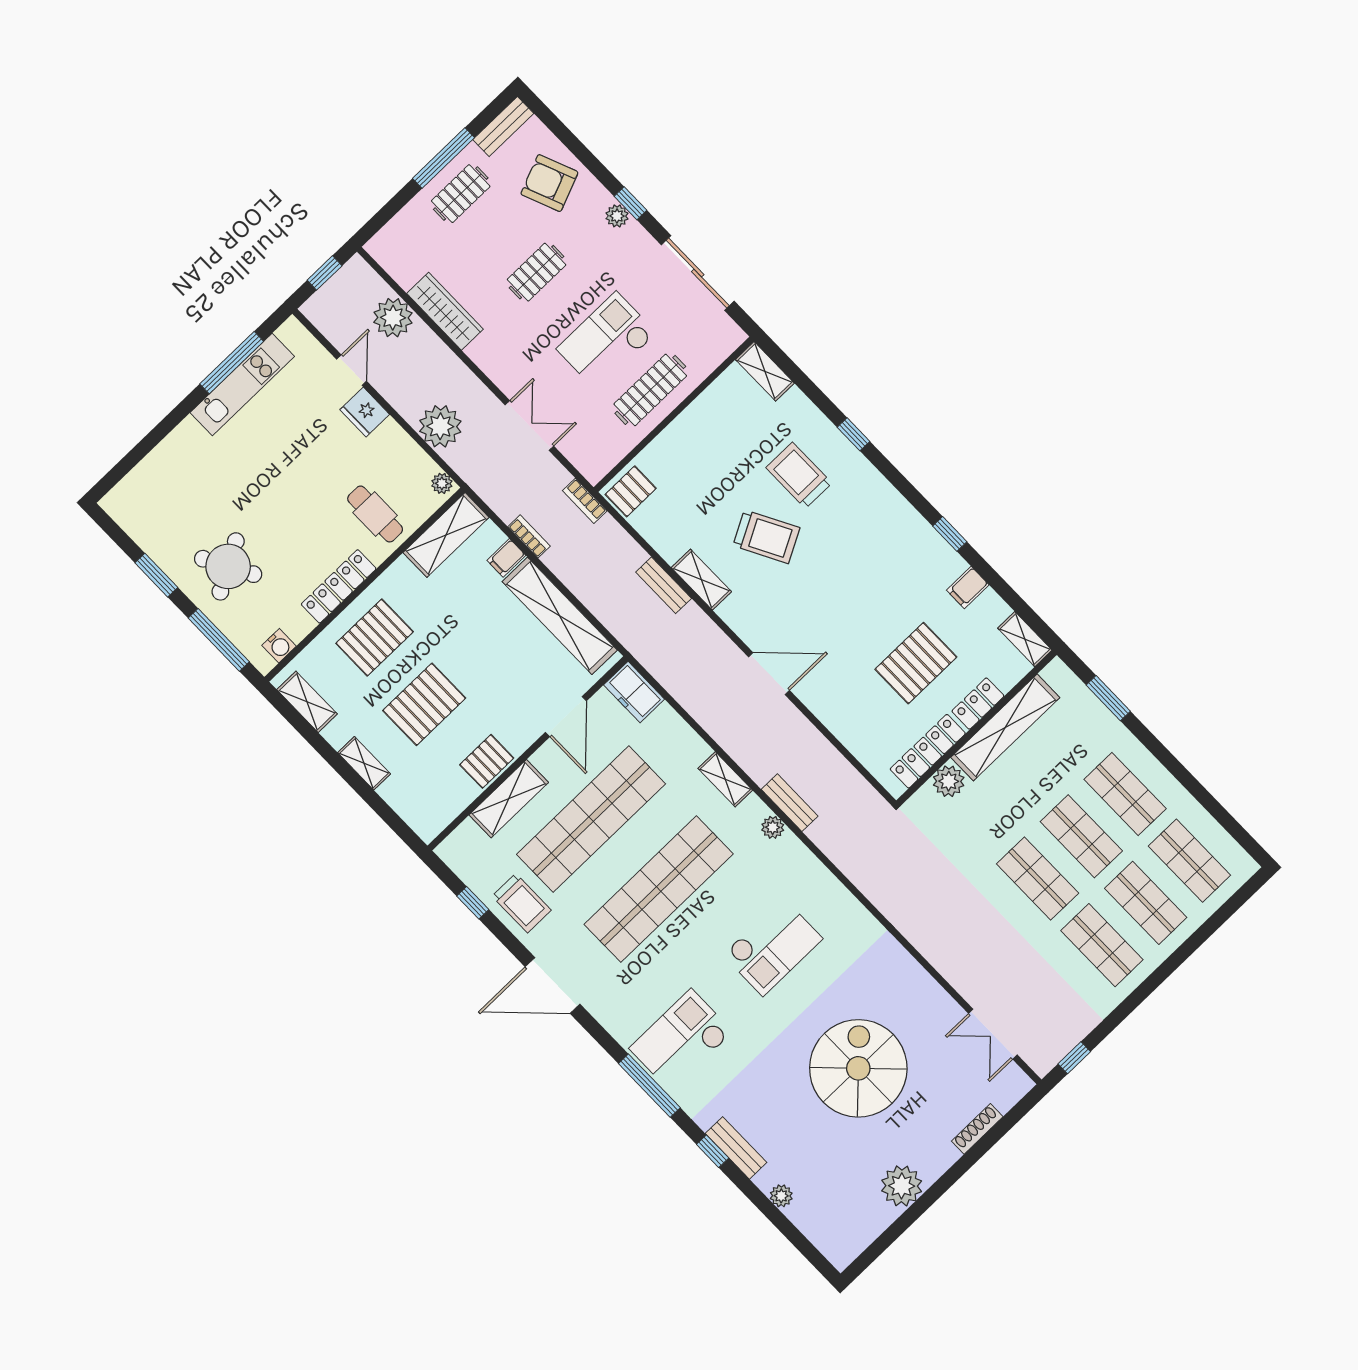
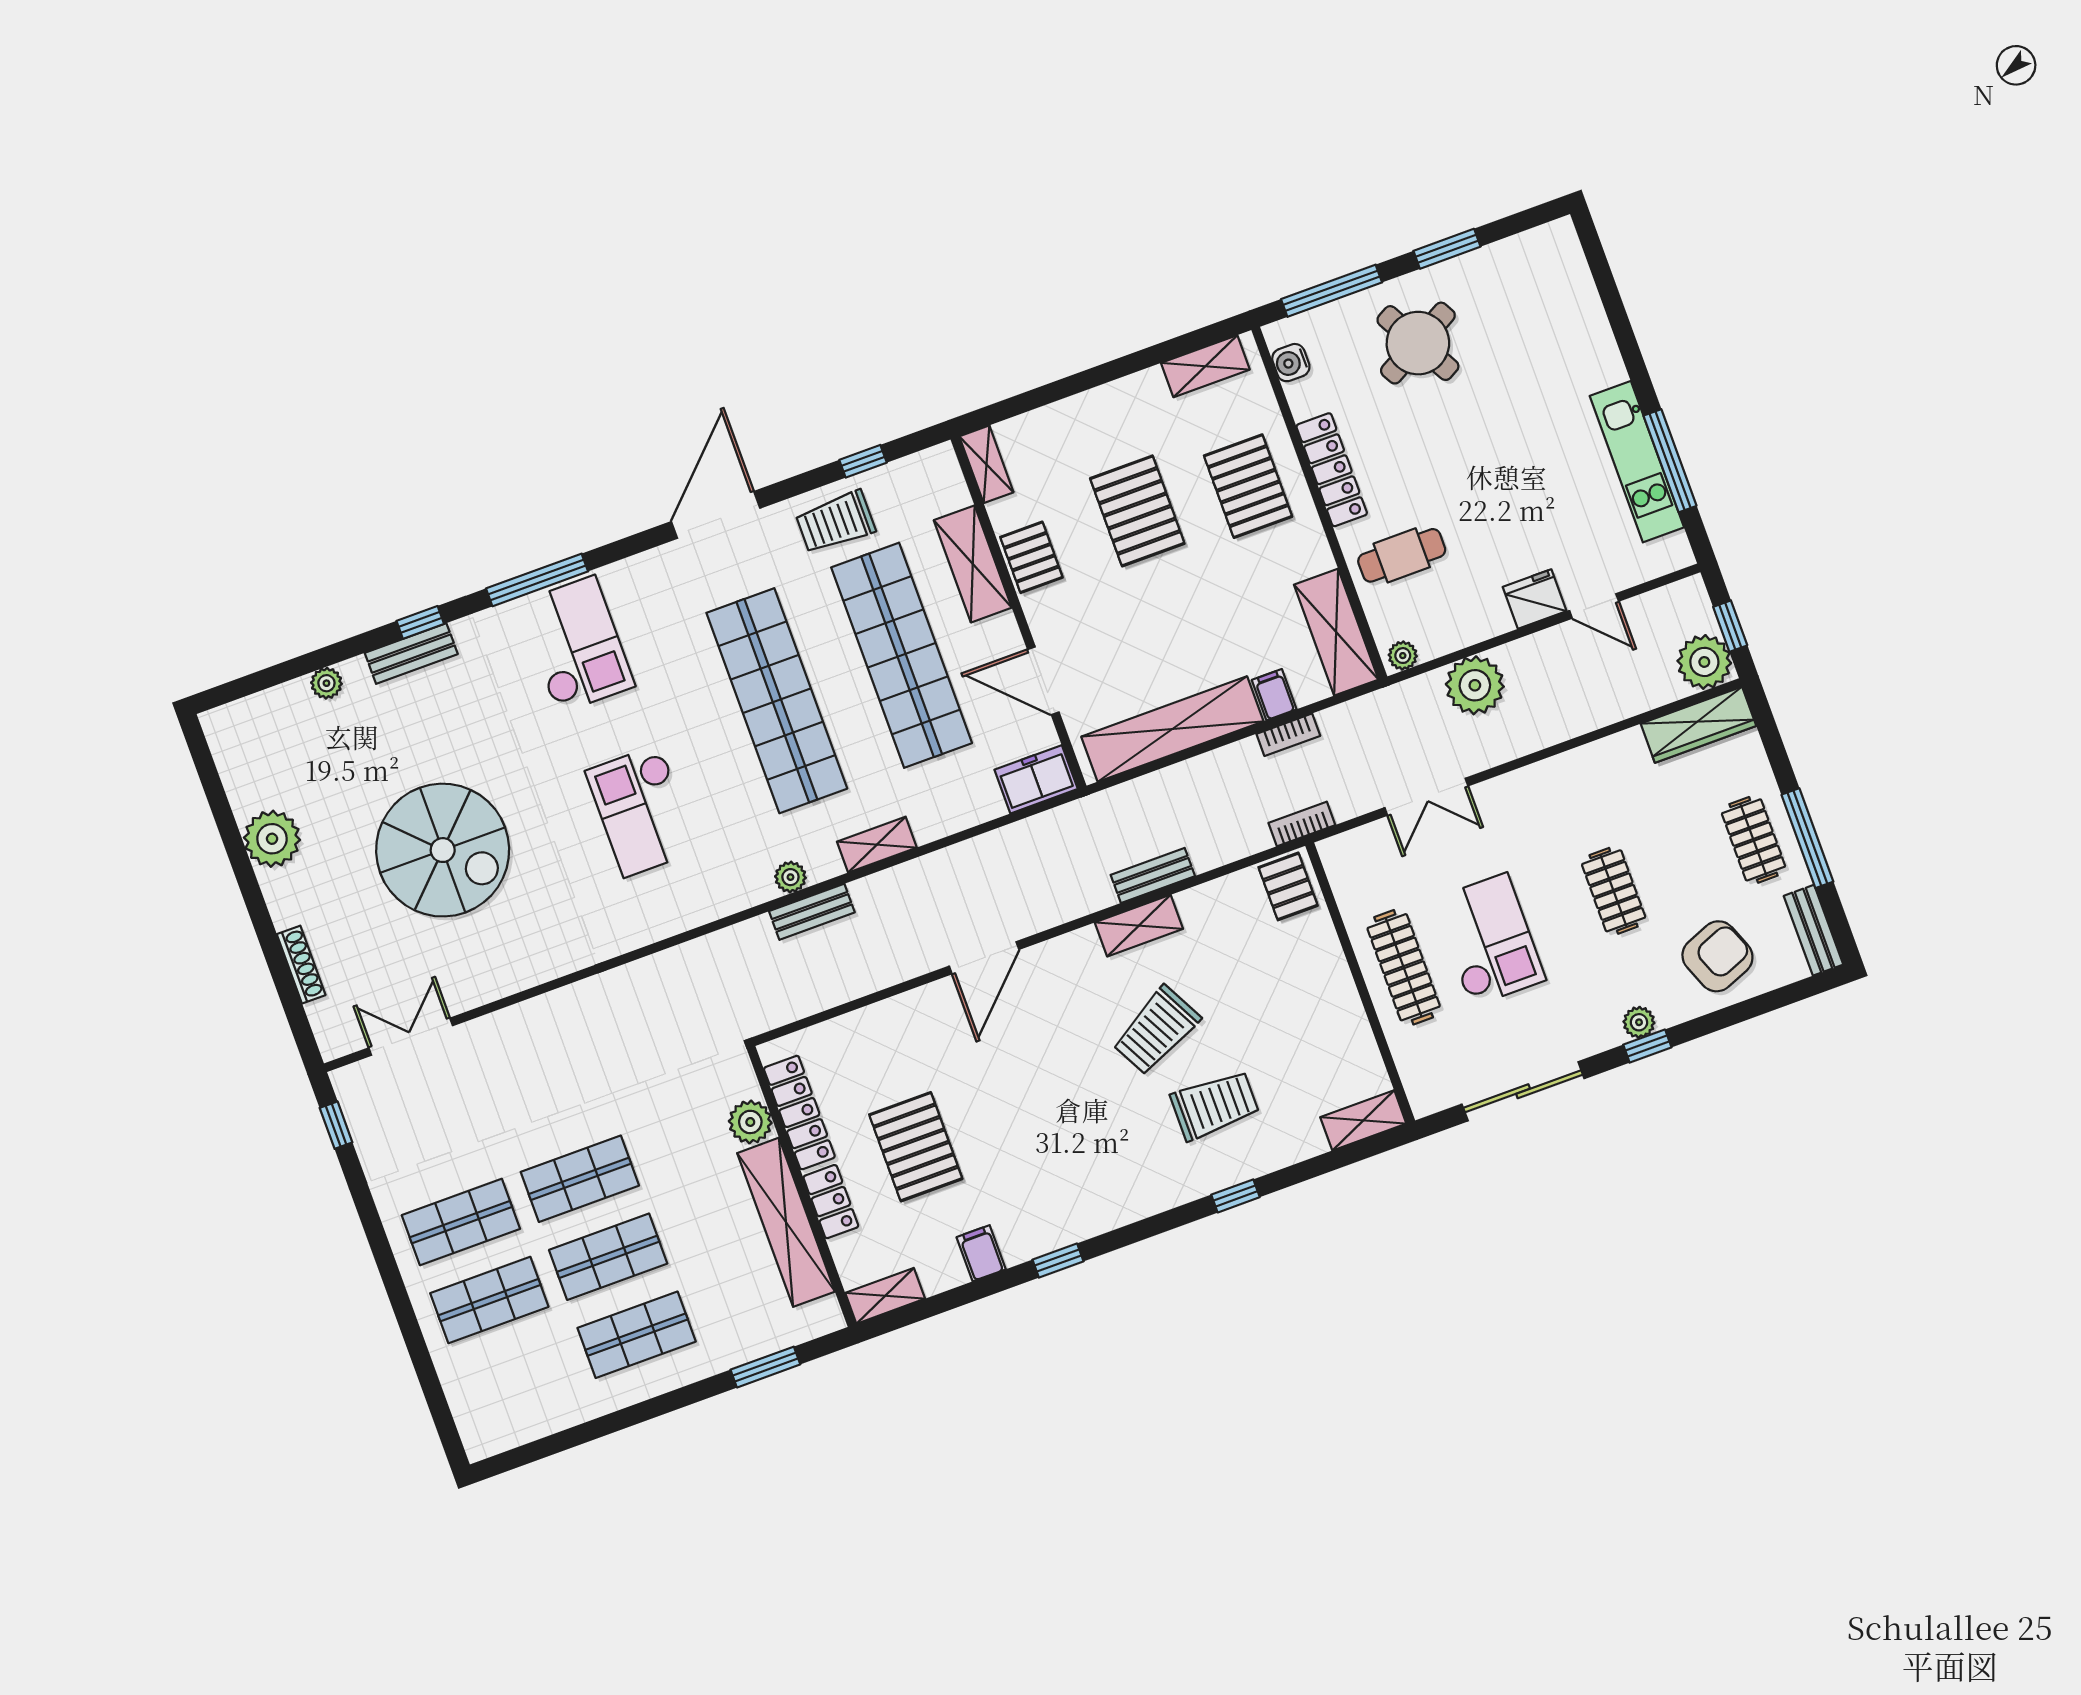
wardrobe: (445, 311) -> (1699, 725), moved
plant: (393, 318) -> (1704, 662), moved
shelving: (364, 763) -> (986, 464), moved, turned 90
shop shelf: (1189, 861) -> (518, 1378), removed

